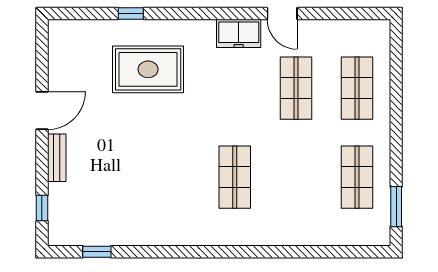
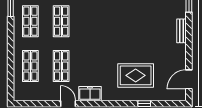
door: (42, 111) -> (189, 79), moved
shop shelf: (235, 177) -> (61, 21), moved

